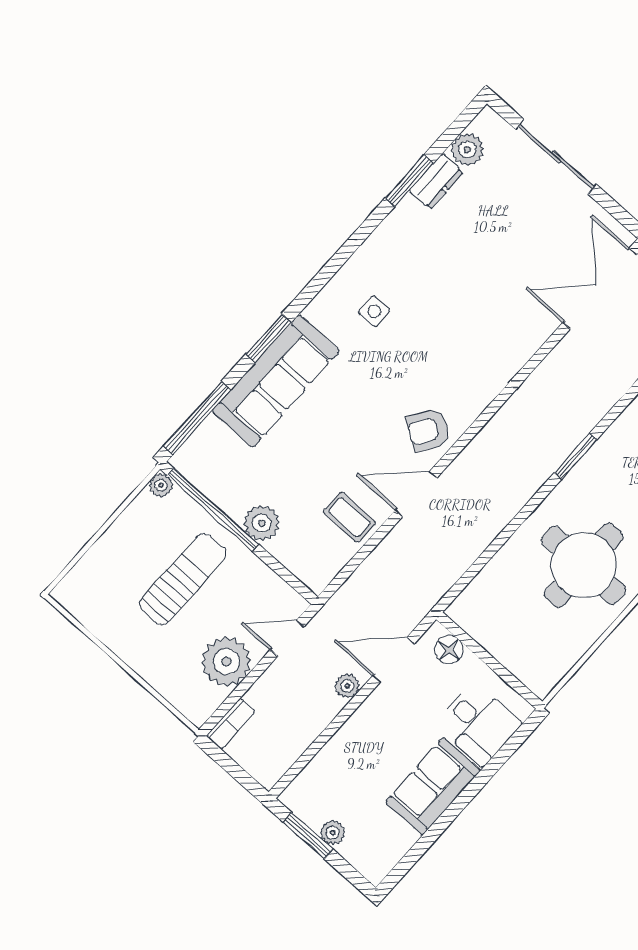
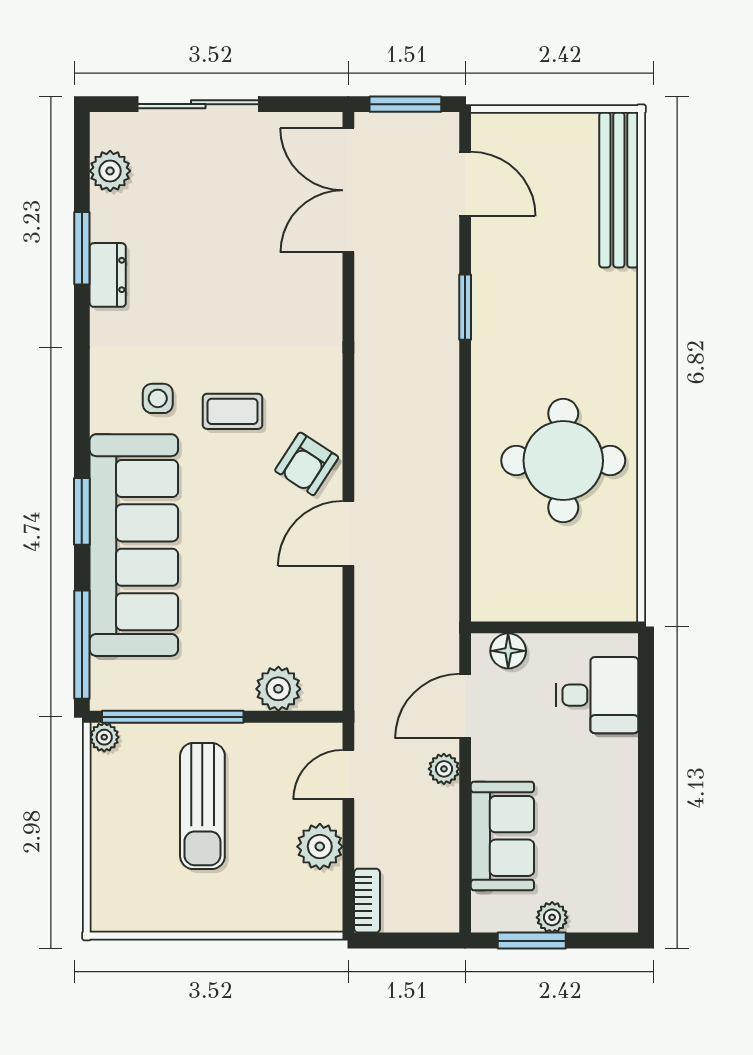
dresser: (436, 181) -> (108, 275), moved
sofa: (276, 381) -> (134, 545), width x1.36, depth x1.27
window: (576, 456) -> (465, 307), moved
coffee table: (350, 517) -> (233, 411), moved
plant: (262, 523) -> (278, 689), moved
sun lounger: (183, 579) -> (202, 806), turned 180
plant: (226, 662) -> (320, 847), width x0.73, depth x0.73
sofa: (433, 786) -> (502, 836), moved, turned 180

